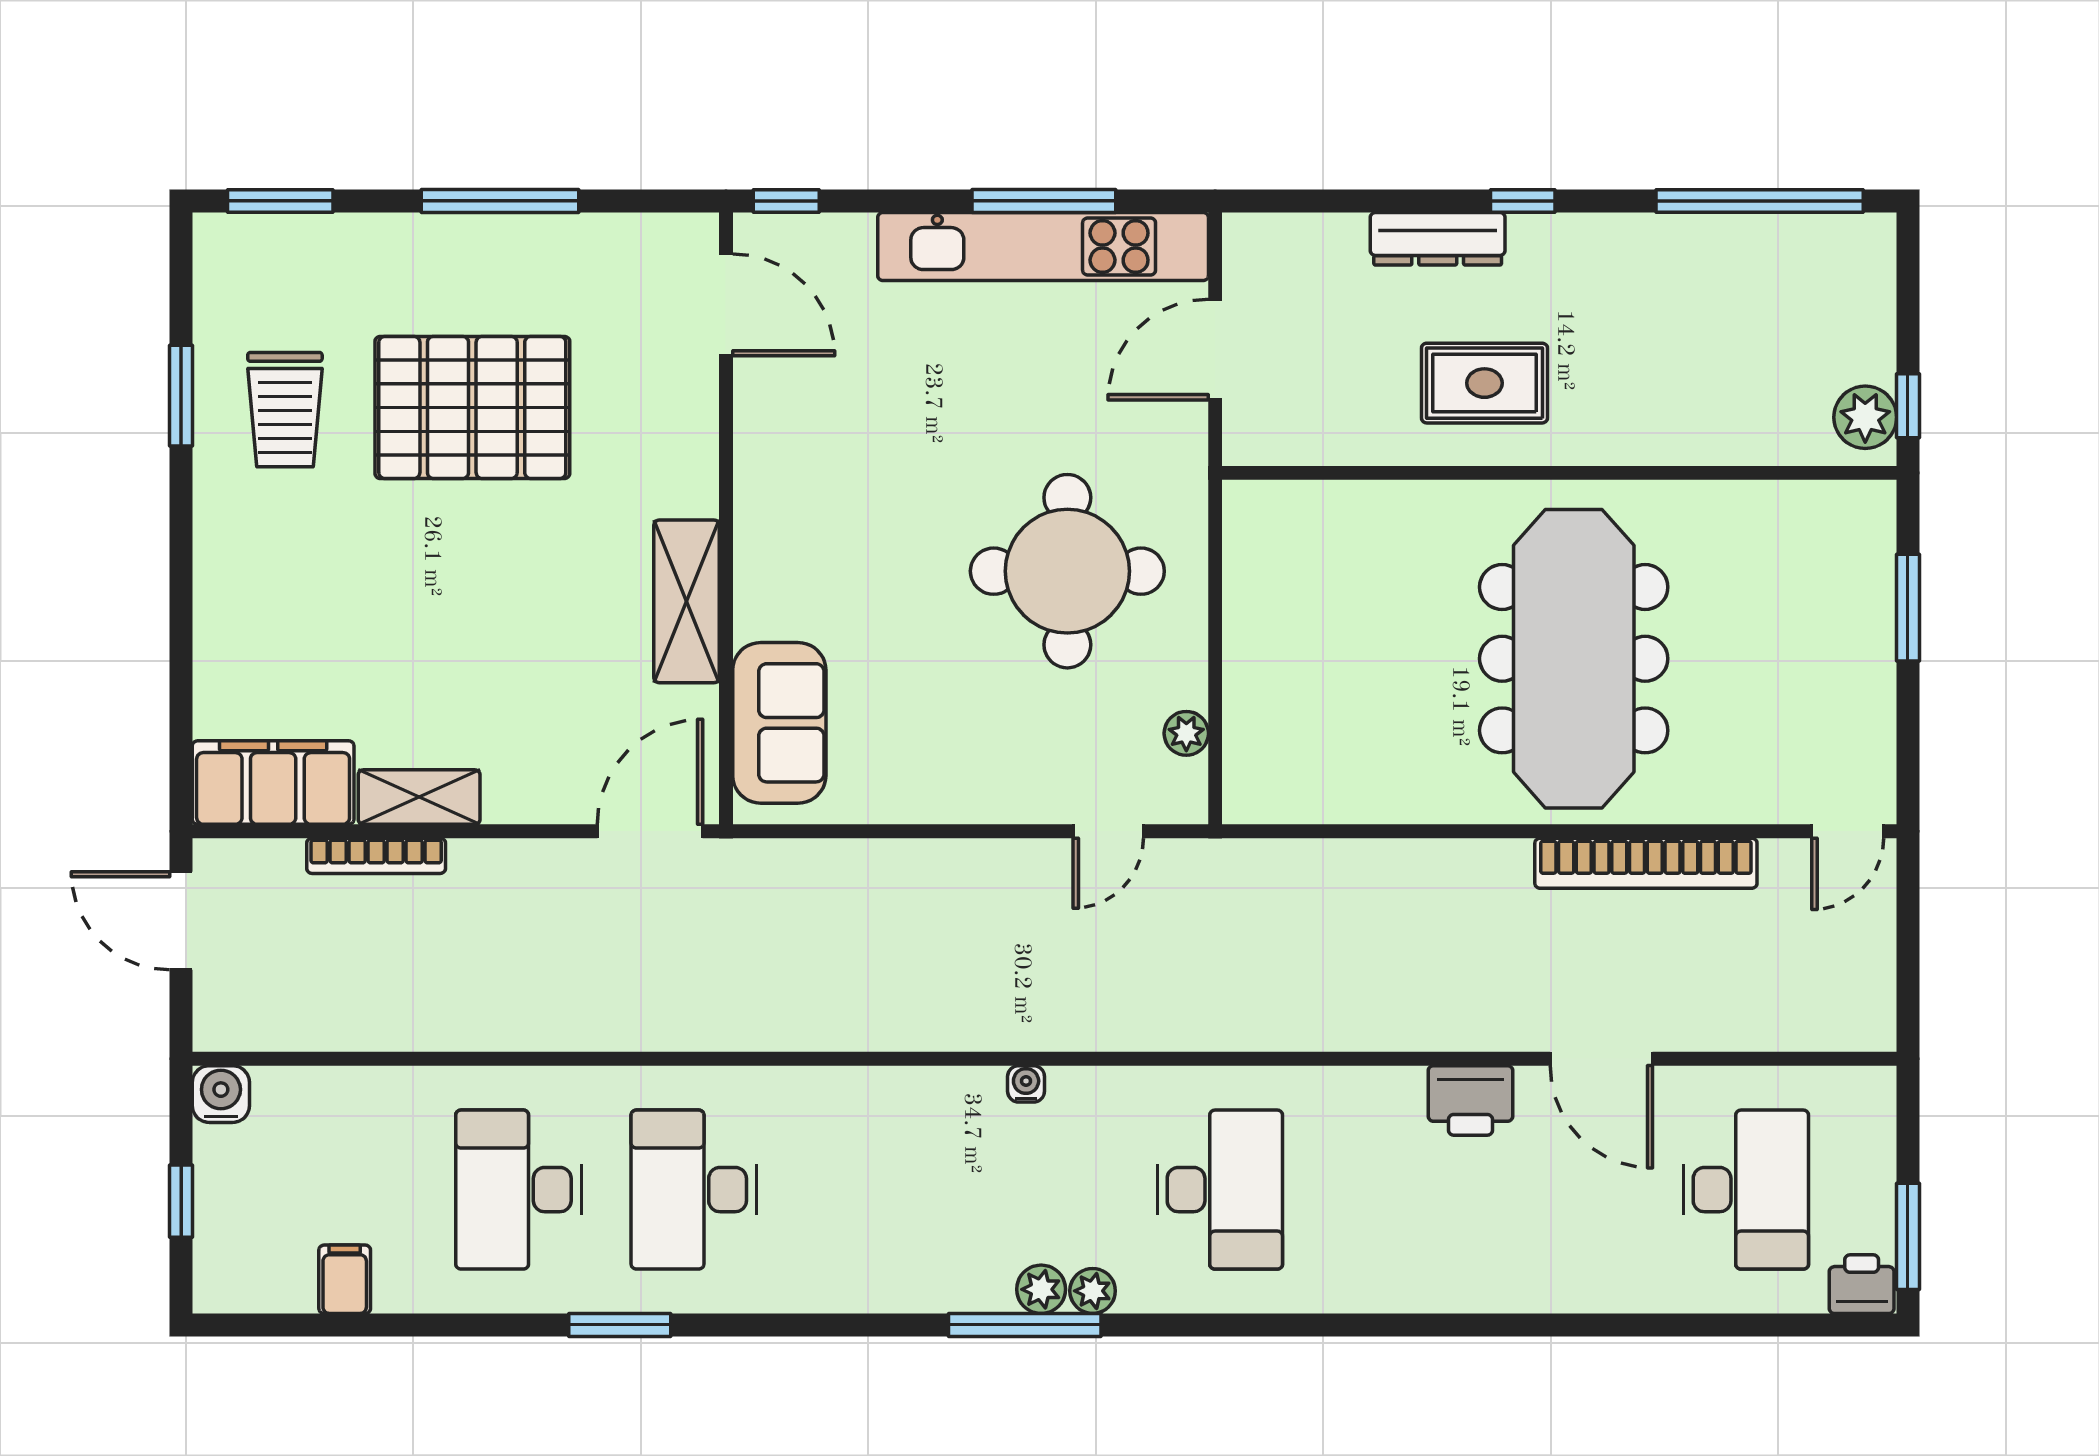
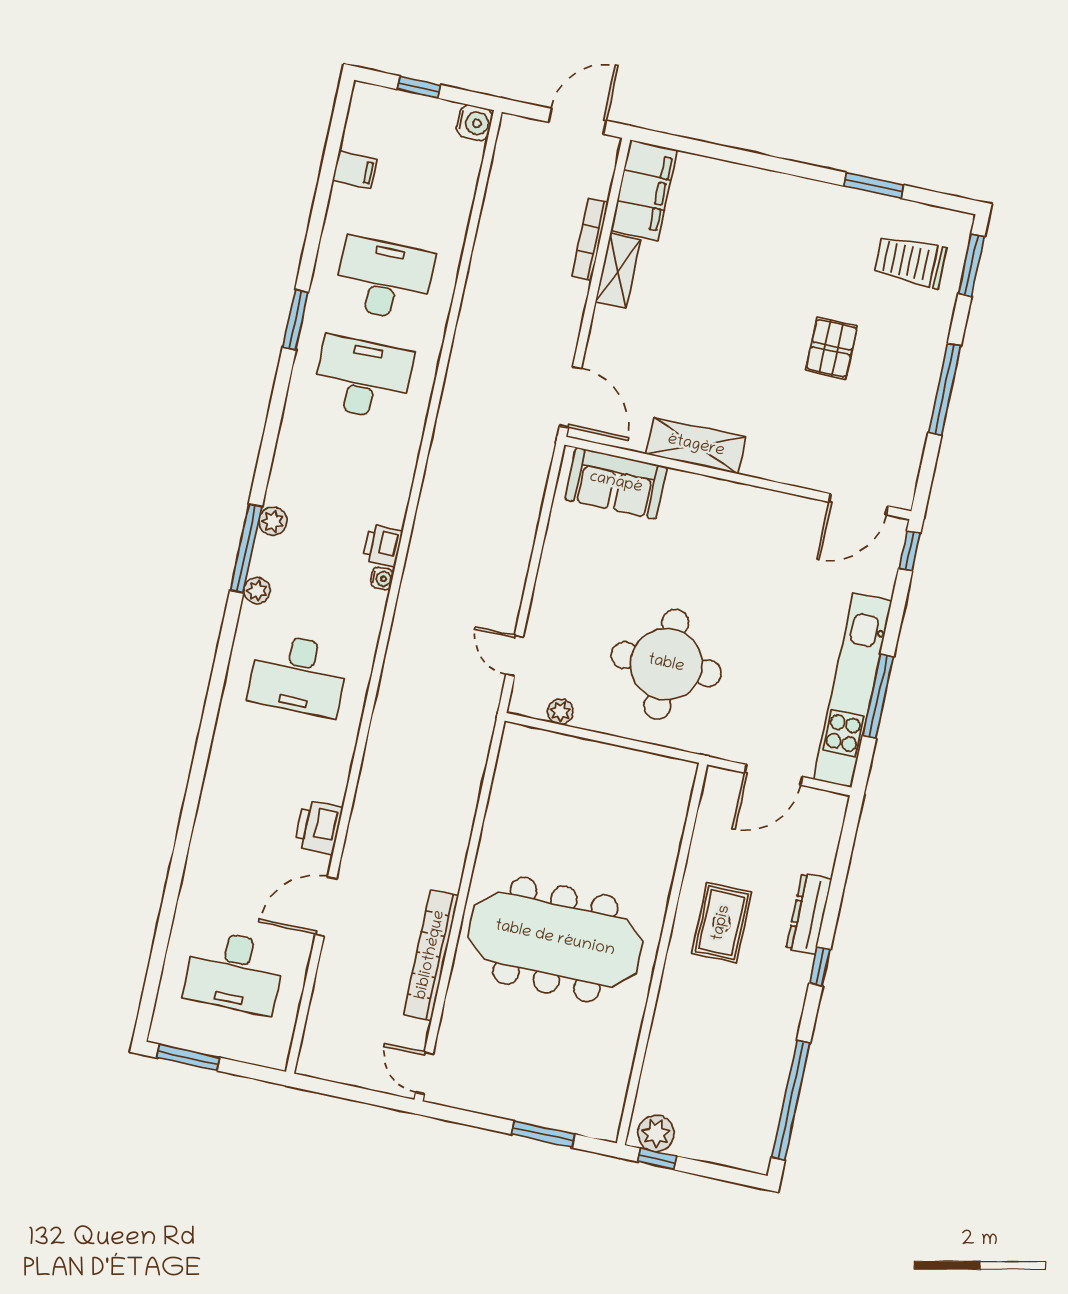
door: (1215, 350) -> (773, 775), swing flipped
pallet: (472, 407) -> (831, 348), width x0.49, depth x0.50
trolley: (285, 410) -> (910, 261), moved
printer: (1862, 1284) -> (382, 546), moved, turned 180
plant: (1041, 1289) -> (273, 521), moved

